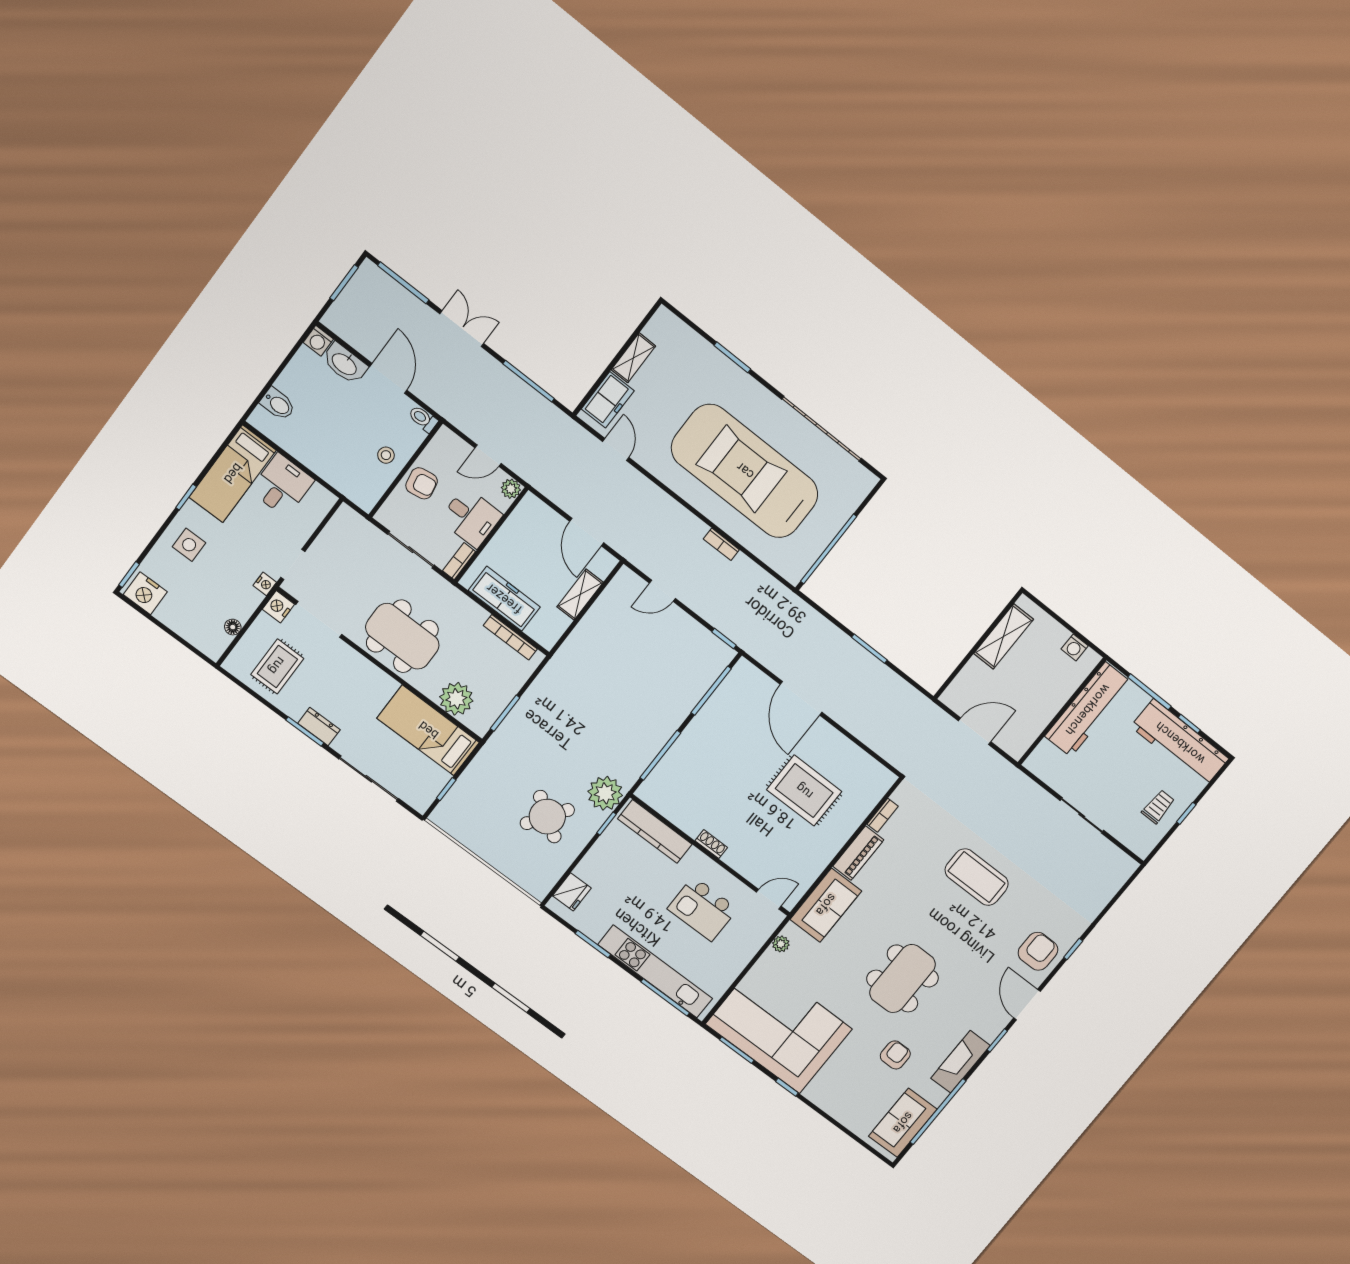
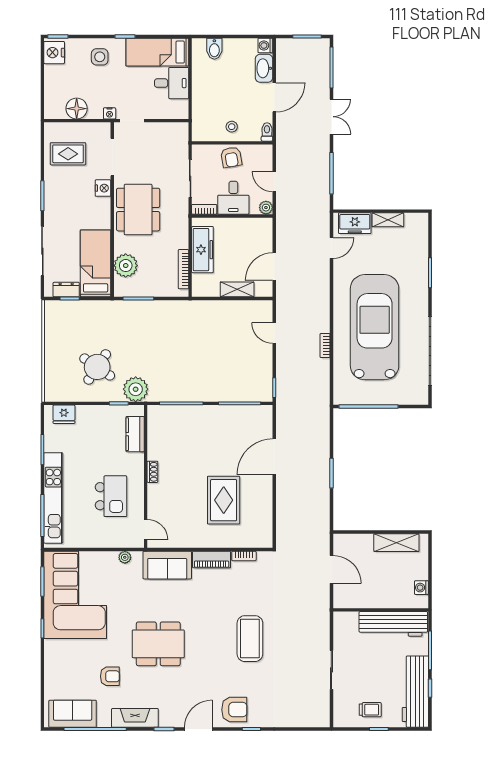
nightstand: (278, 607) -> (103, 188), moved, turned 90
floor lamp: (233, 627) -> (77, 109), width x1.89, depth x1.89
dresser: (319, 726) -> (66, 290), moved, turned -90
kitchen counter: (655, 832) -> (135, 434), width x0.67
kitchen island: (703, 909) -> (111, 496), turned 180

